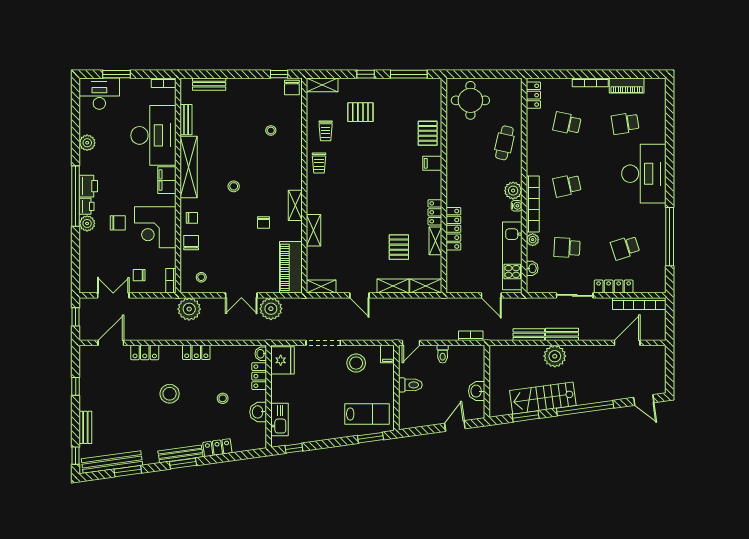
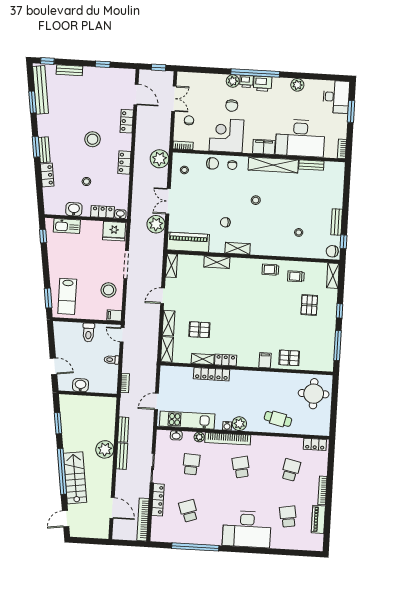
bench: (209, 84) -> (337, 222), moved
stairs: (543, 398) -> (75, 478), moved
bench: (180, 454) -> (44, 150), width x0.73

